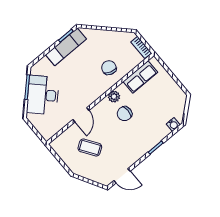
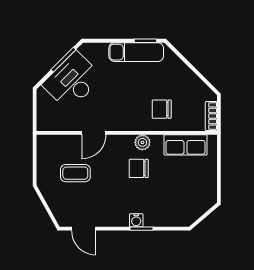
chair: (109, 68) -> (162, 109), turned -108
water cooler: (173, 124) -> (136, 220), moved
coffee table: (90, 148) -> (75, 173), turned -56

